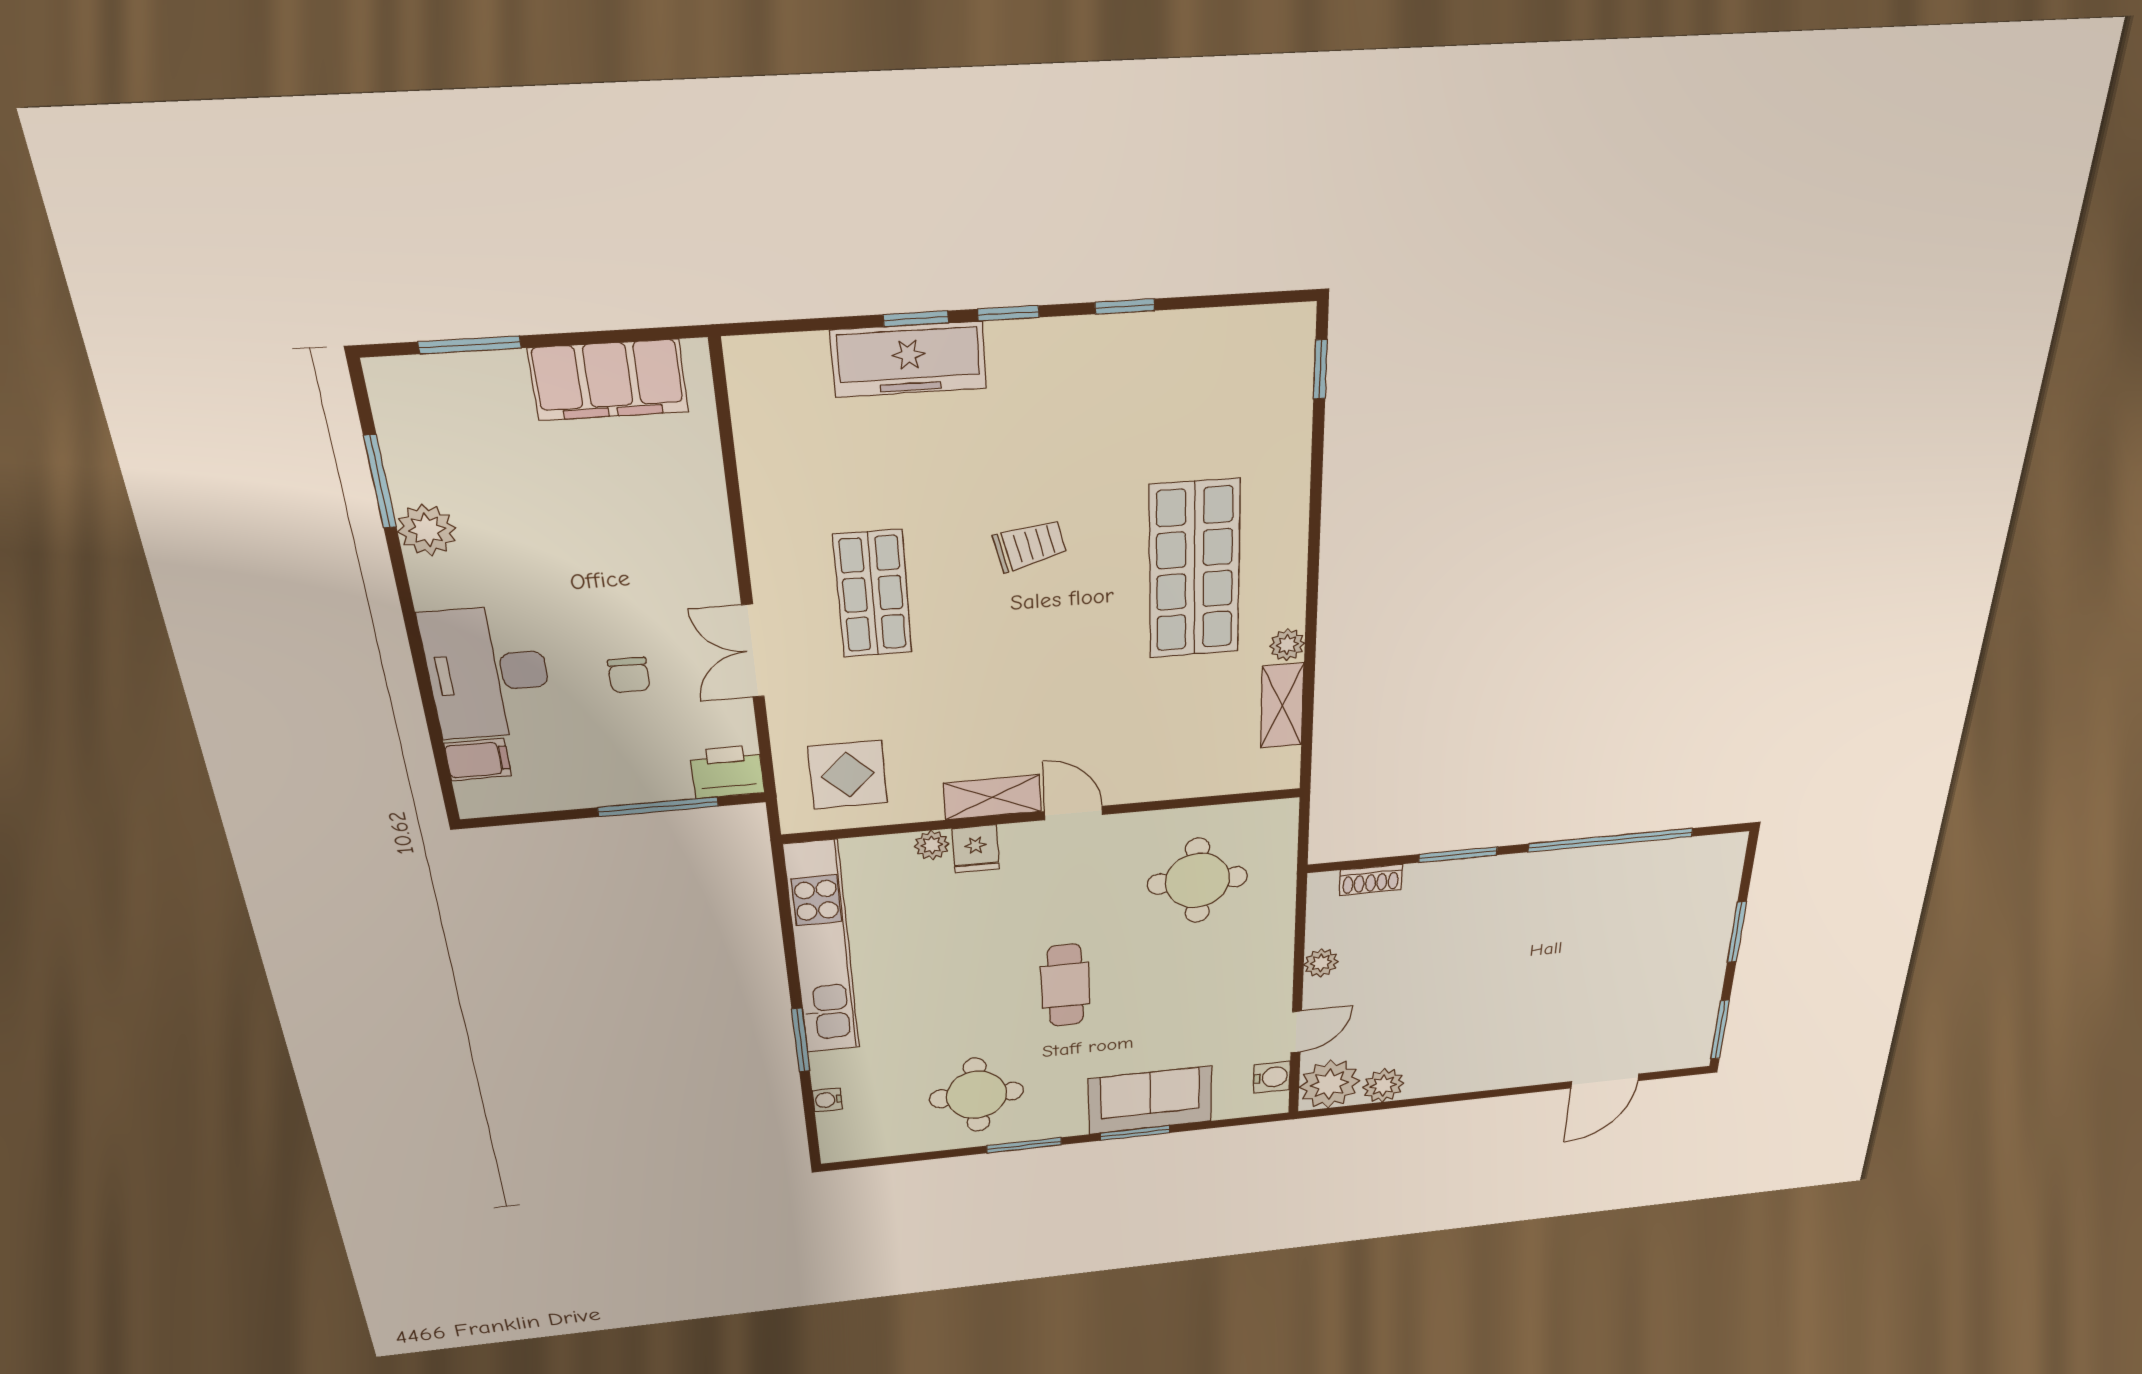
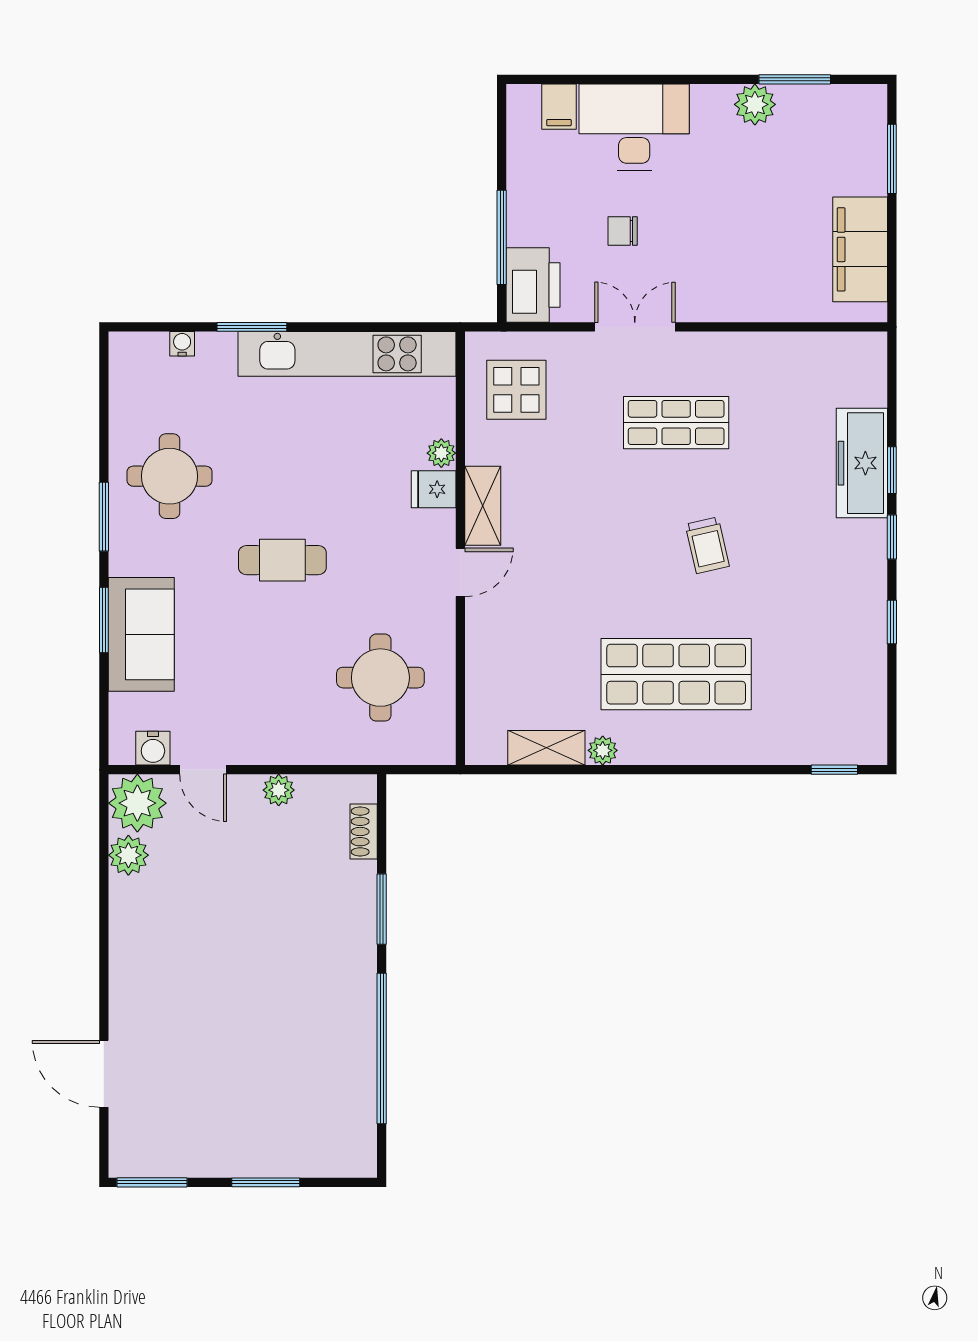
printer: (727, 772) -> (533, 285), width x1.37, depth x1.19

